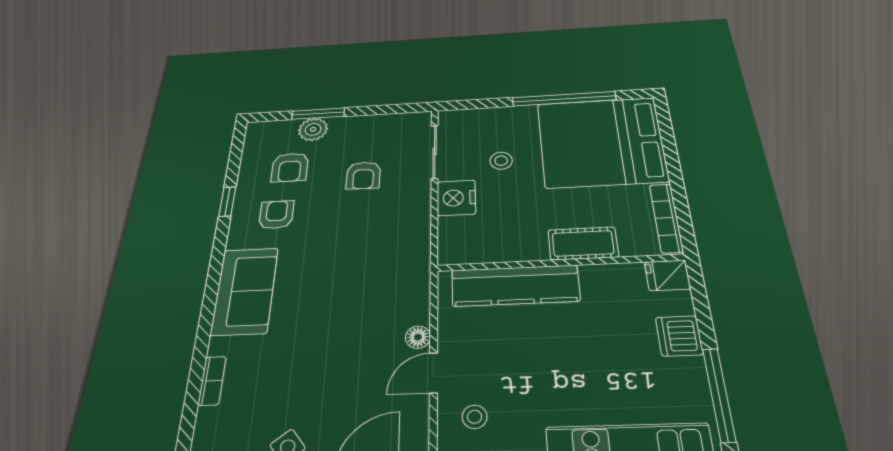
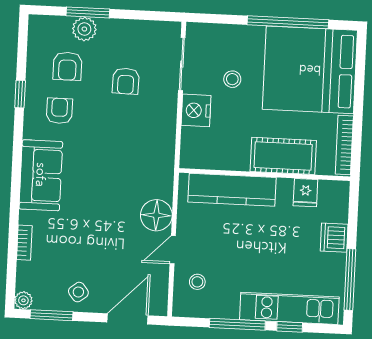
cot: (583, 243) -> (283, 156), width x1.37, depth x1.34
fridge: (667, 275) -> (305, 193), moved, turned -90
floor lamp: (418, 337) -> (156, 215), width x1.89, depth x1.89

